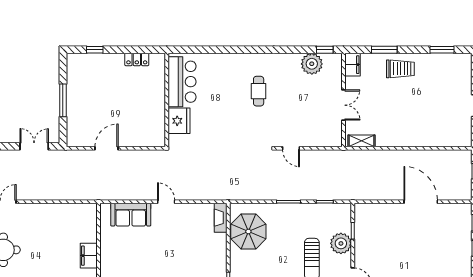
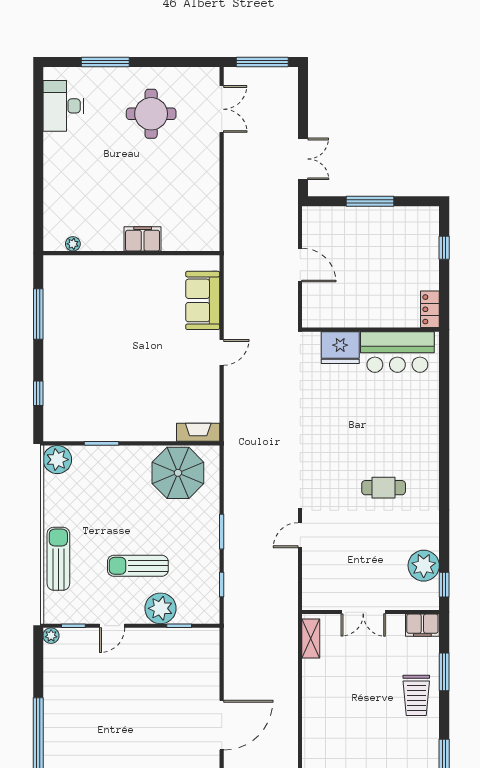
bar counter: (182, 82) -> (397, 352), moved
wall: (167, 100) -> (371, 330), moved
fridge: (179, 121) -> (340, 348), moved

